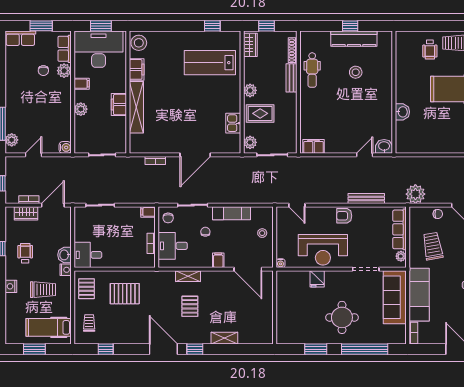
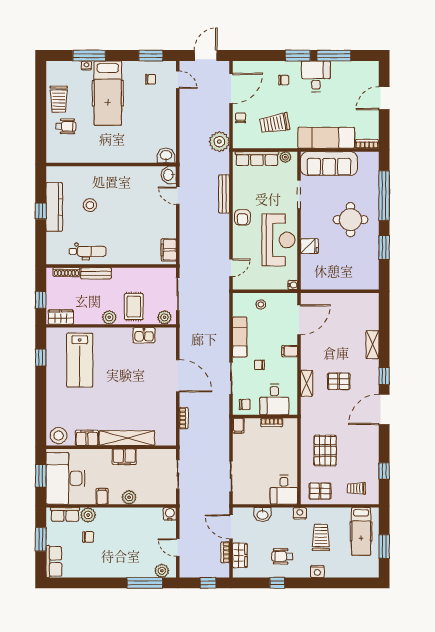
washbasin: (402, 112) -> (166, 156), moved
washbasin: (65, 255) -> (263, 515), moved

